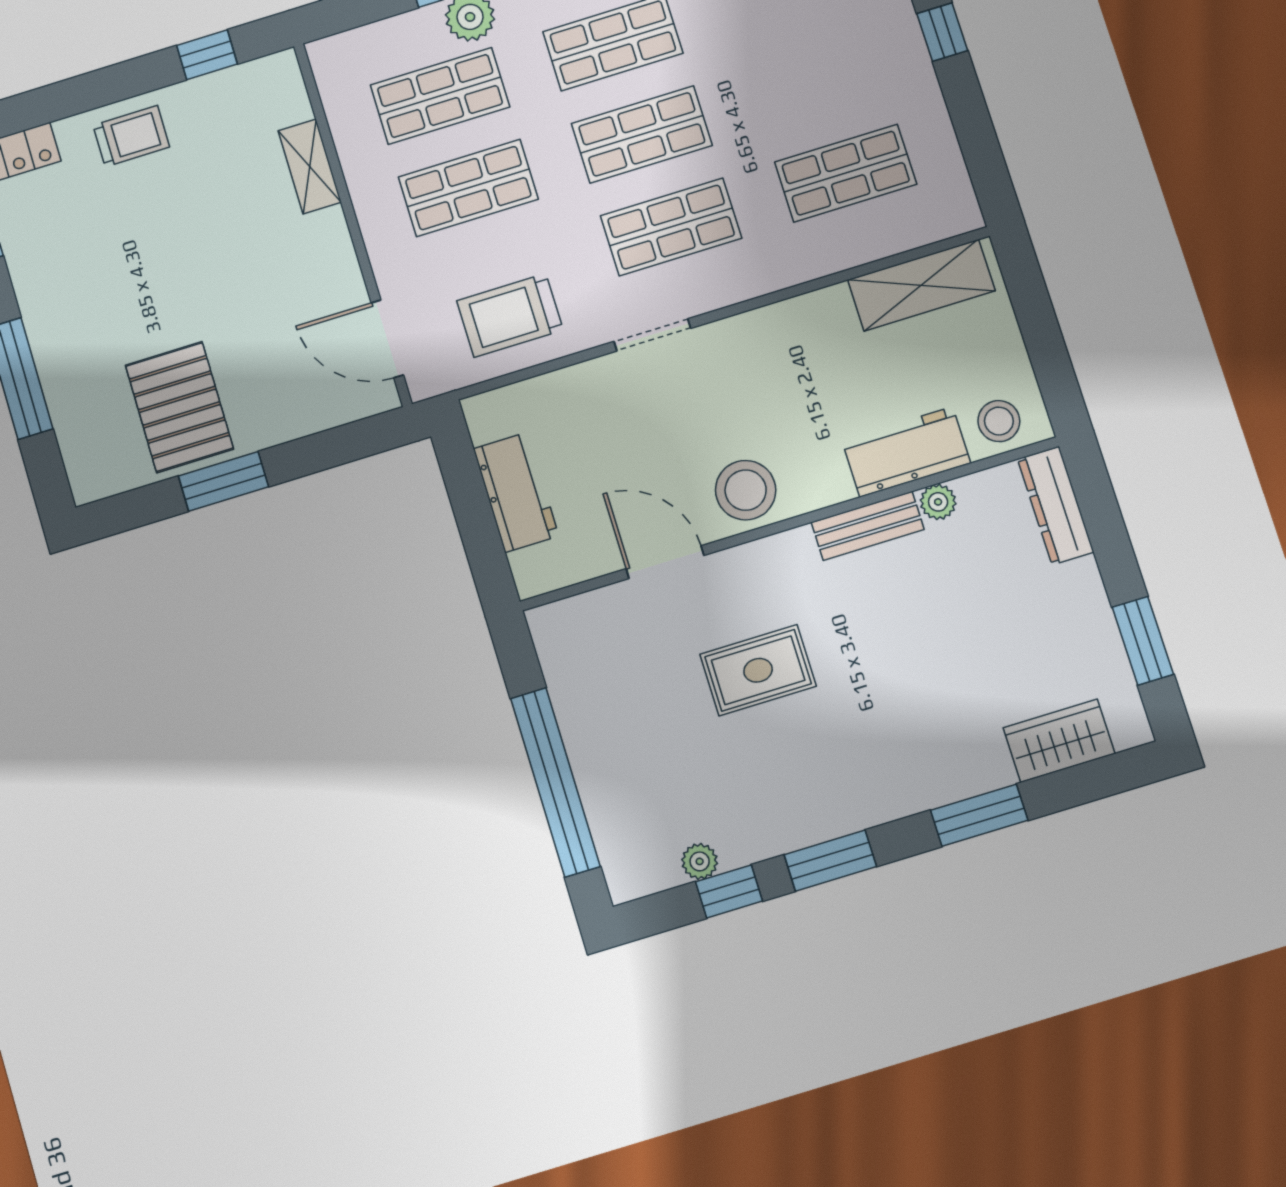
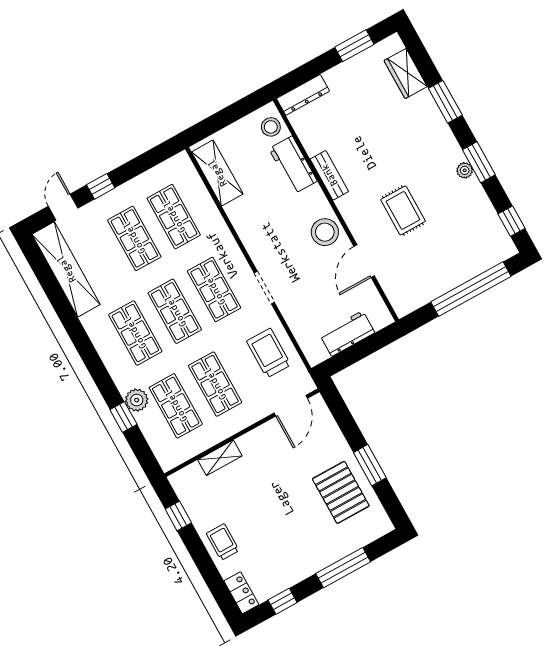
shop shelf: (816, 81) -> (134, 238), added
trolley: (510, 315) -> (269, 353), turned 180
pallet: (179, 407) -> (341, 492), turned 90
plant: (938, 502) -> (312, 147), removed
plant: (700, 861) -> (465, 170), moved
window: (729, 891) -> (511, 221), moved

